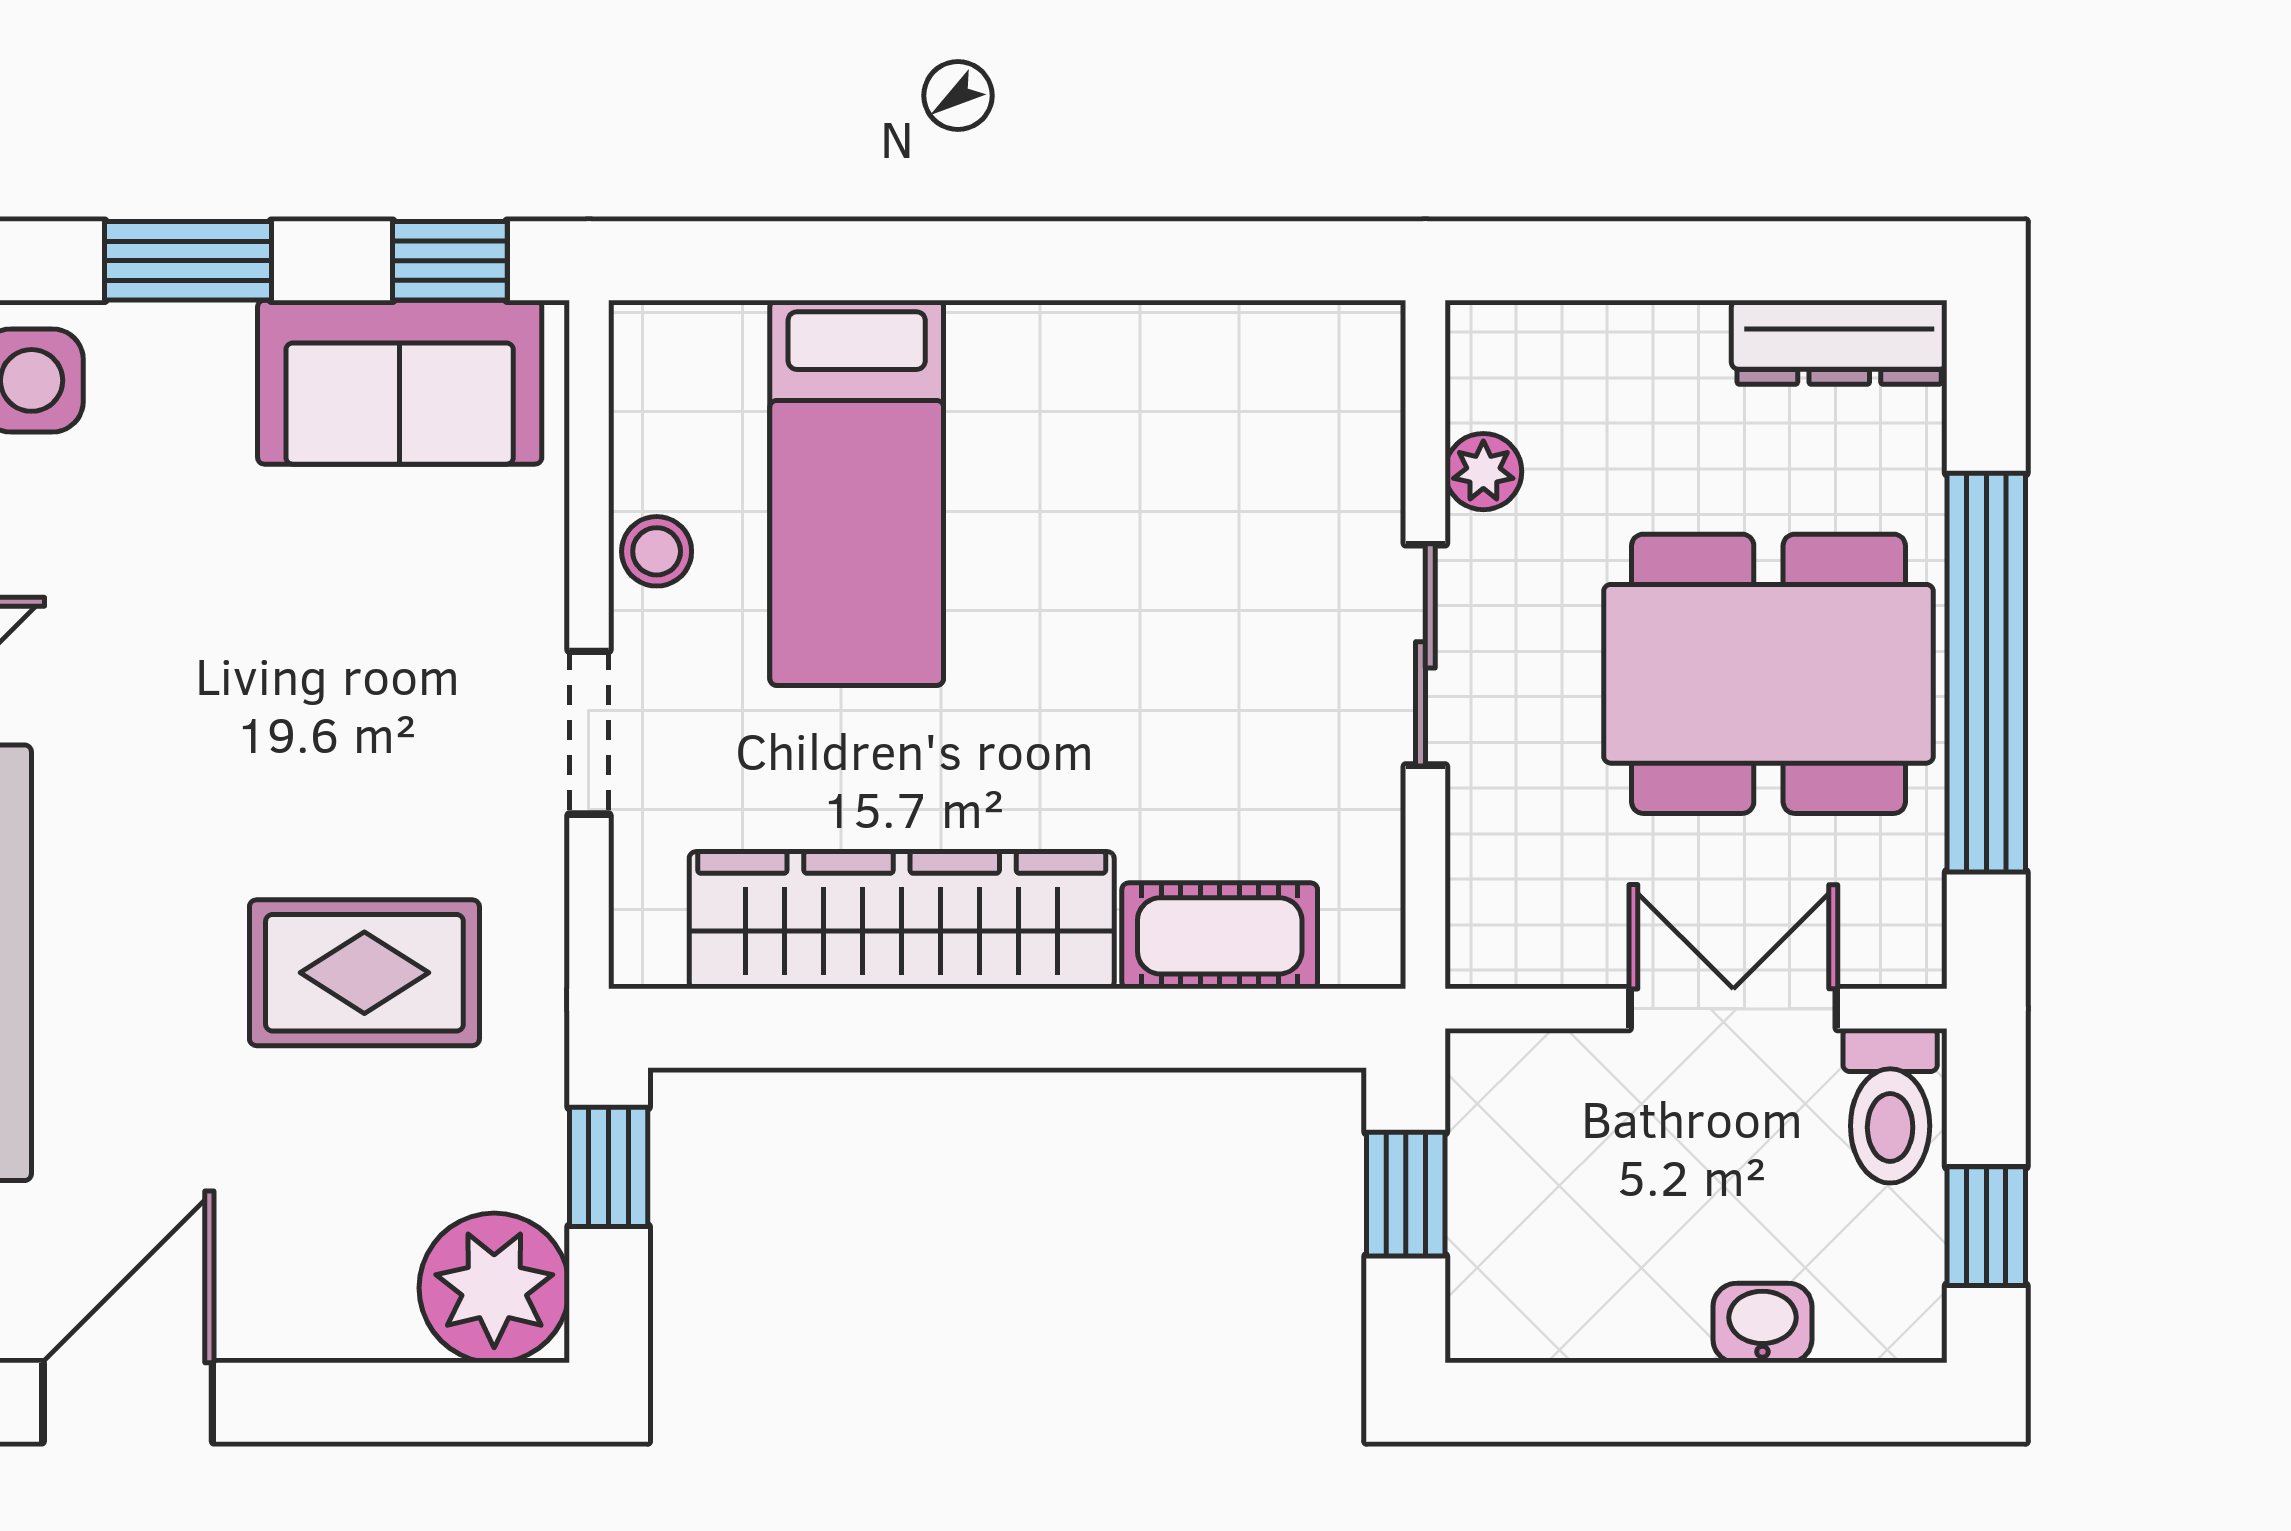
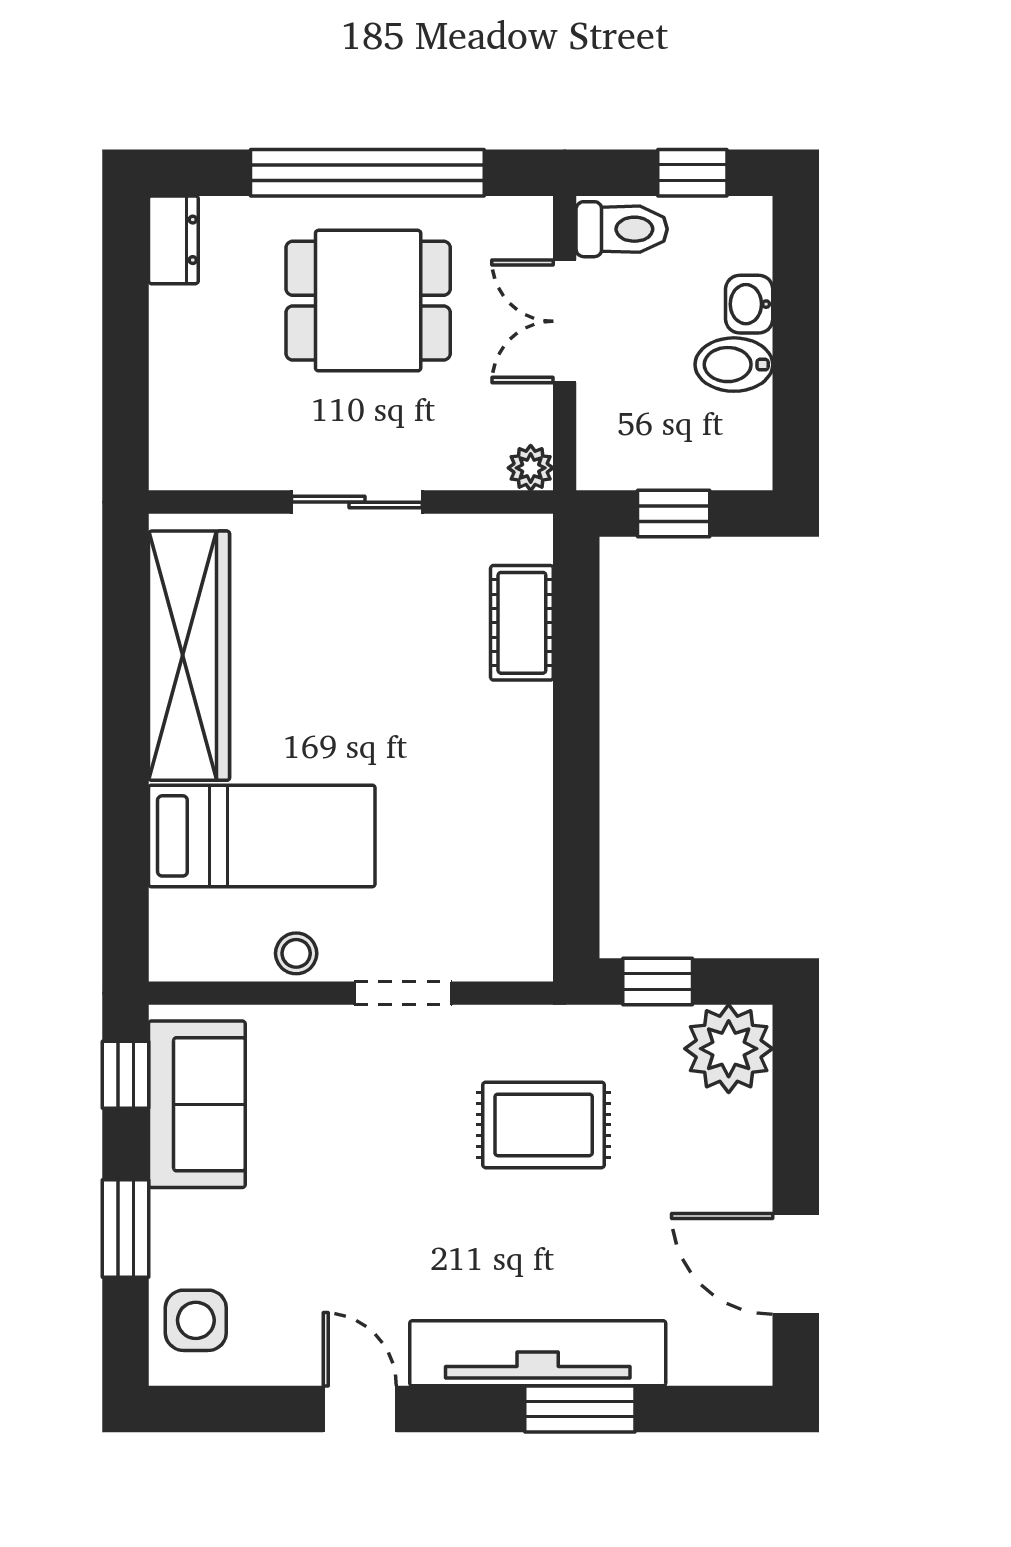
dresser: (1839, 342) -> (173, 240), width x0.70
plant: (1483, 472) -> (531, 468), moved
dining table: (1768, 674) -> (368, 301), width x0.73
wardrobe: (902, 920) -> (189, 656), moved, turned 180
rug: (364, 973) -> (544, 1125), turned 90
bidet: (1660, 1297) -> (734, 365), added

